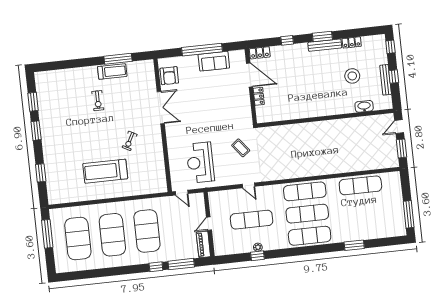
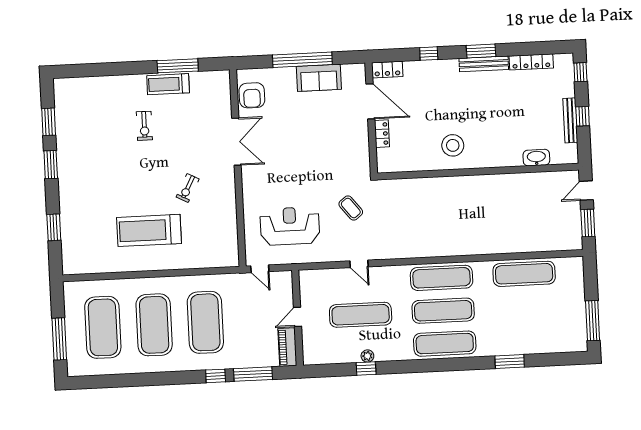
locker: (352, 42) -> (531, 62), width x1.53
treadmill: (112, 71) -> (168, 84), turned 180
stool: (352, 76) -> (453, 145), moved
reception desk: (200, 163) -> (290, 226), turned 90
window: (47, 234) -> (59, 339), moved

